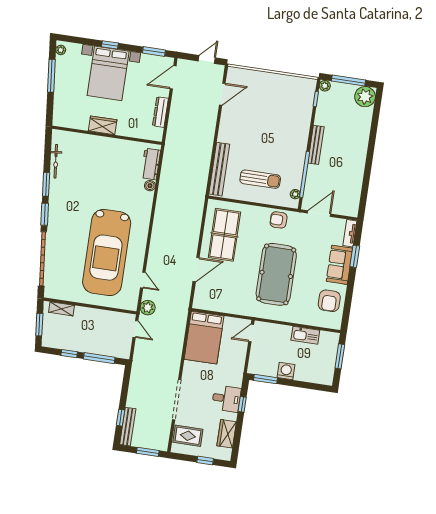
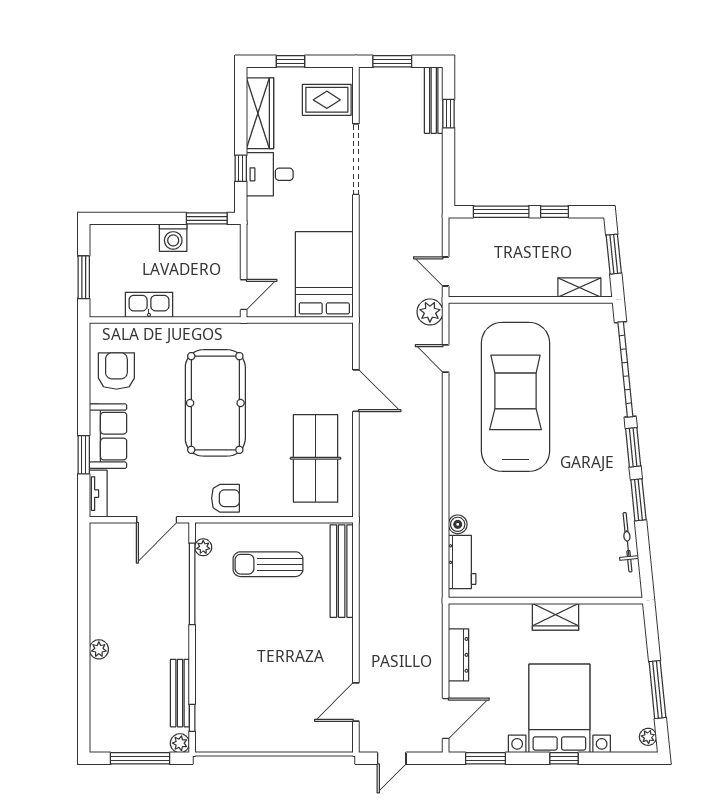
plant: (365, 97) -> (99, 649), moved, width x0.53, depth x0.53
bench: (316, 145) -> (180, 693), moved
door: (196, 270) -> (356, 391), swing flipped
wardrobe: (227, 434) -> (260, 113), width x1.50

